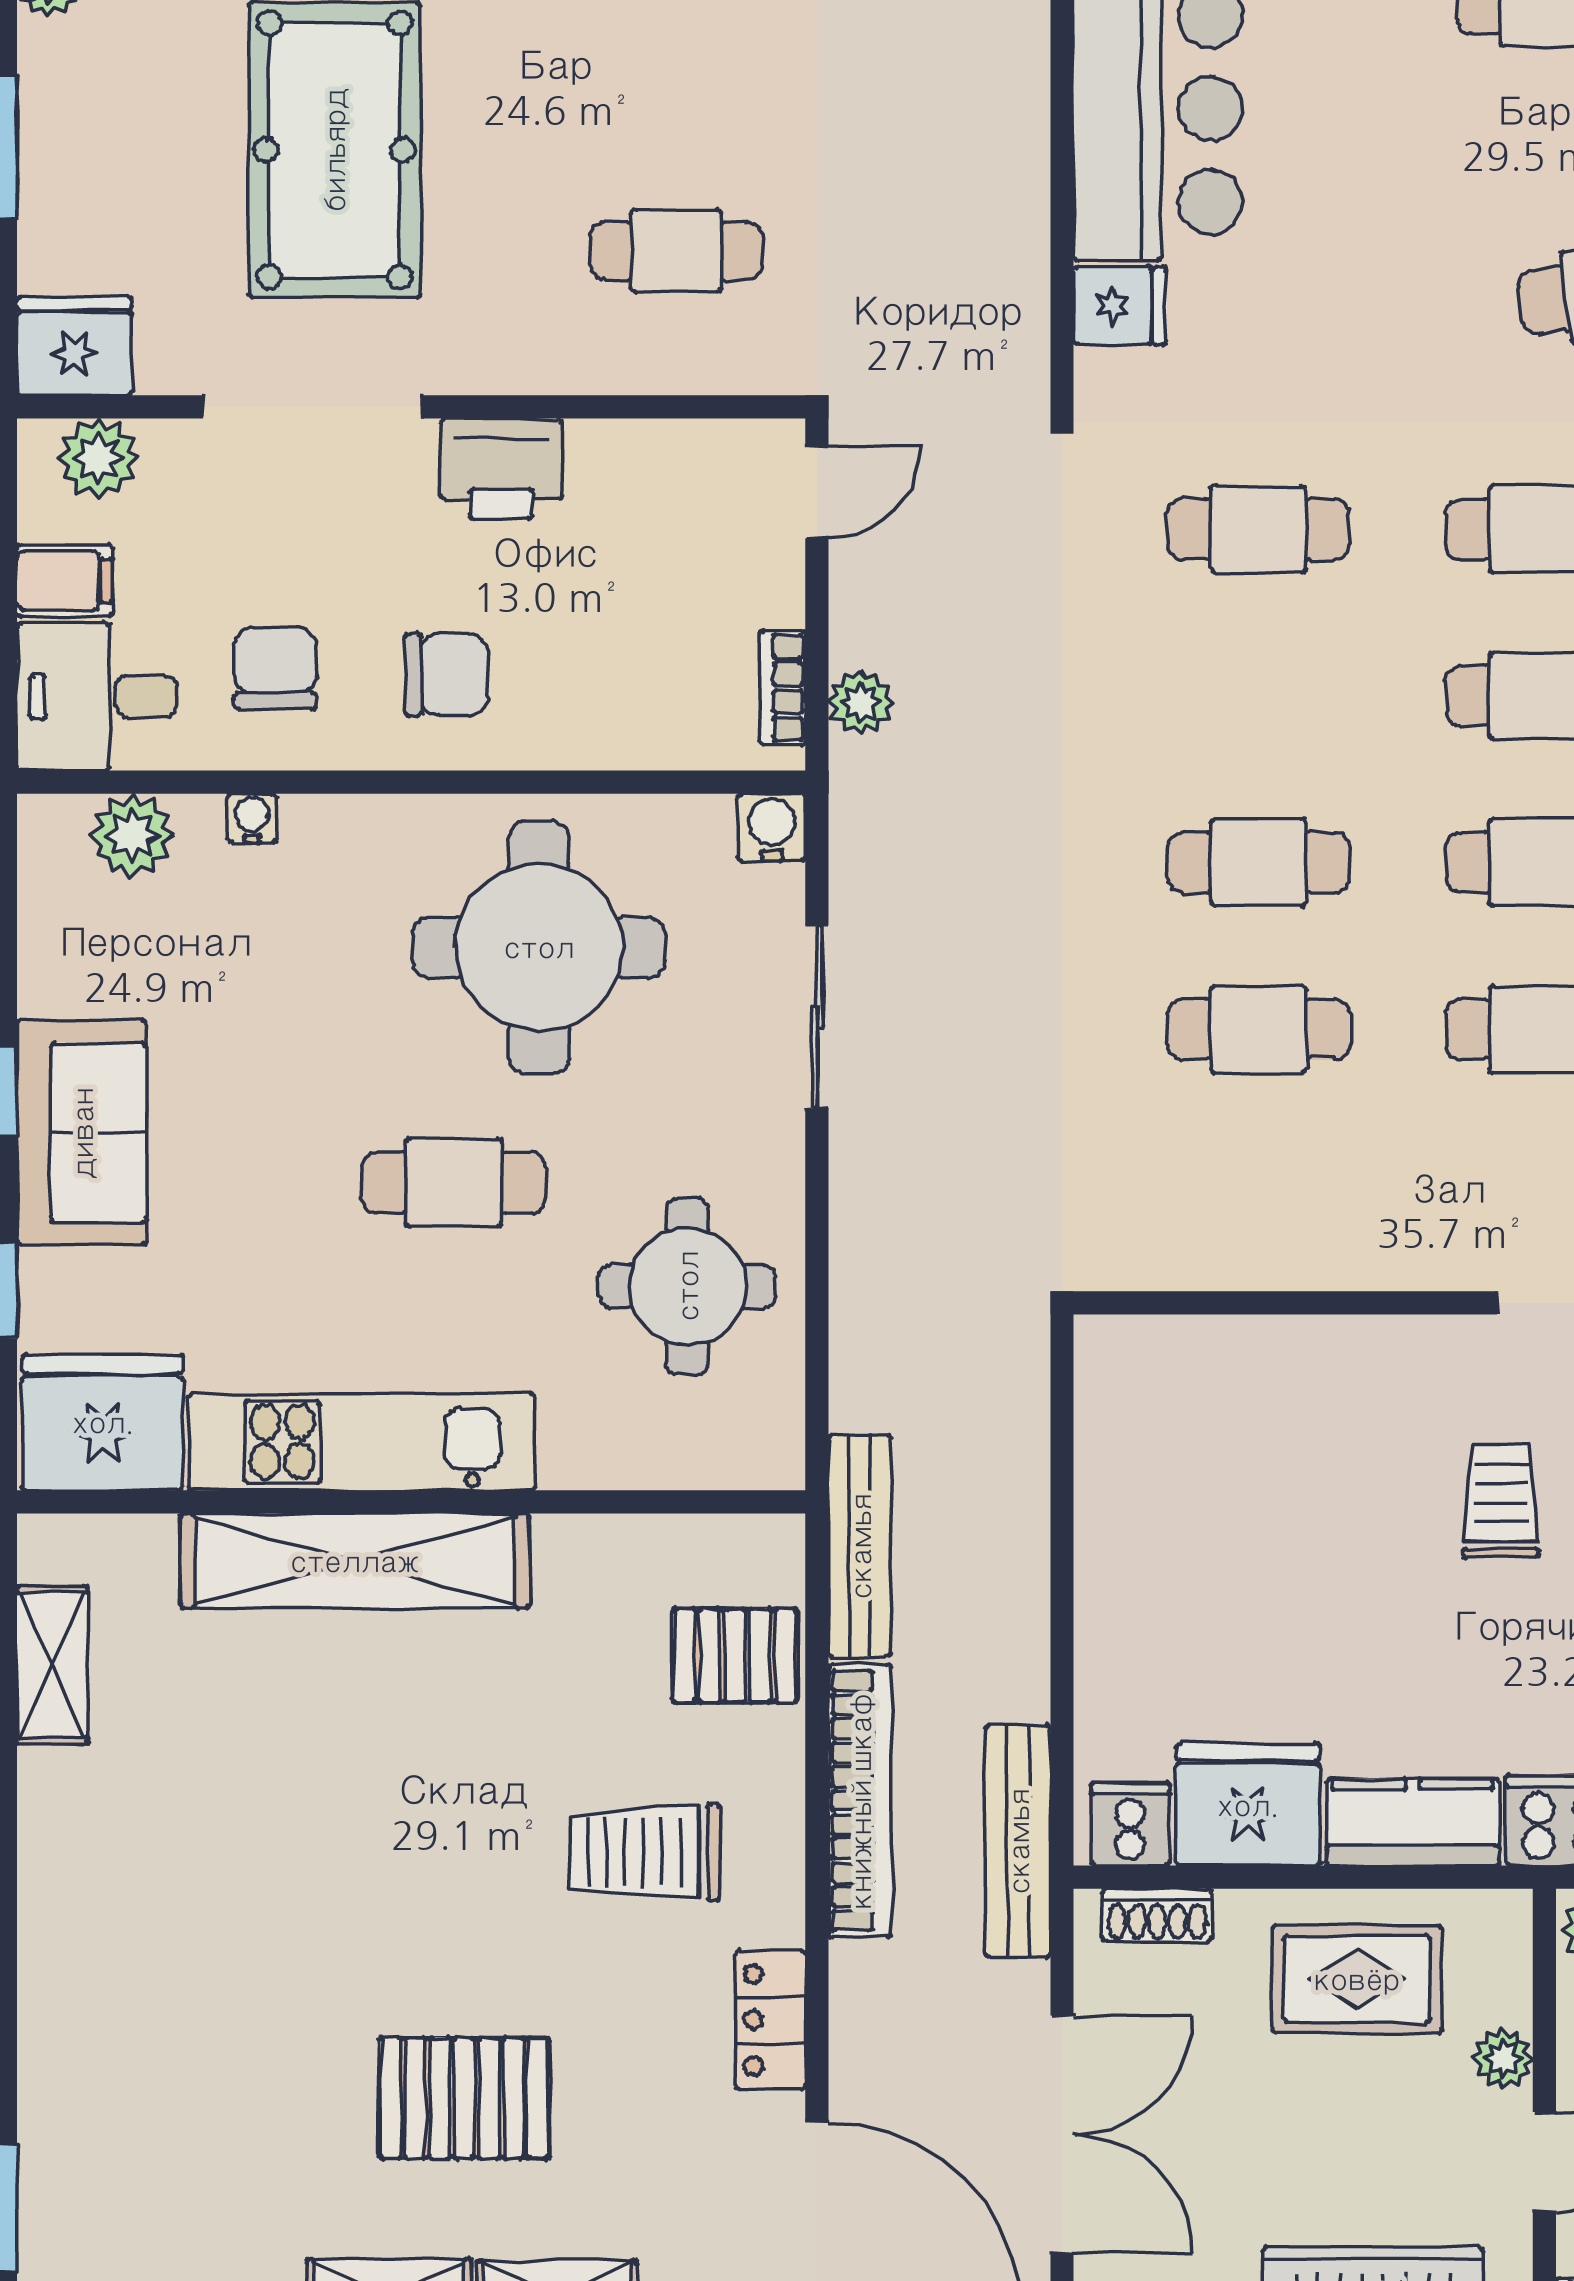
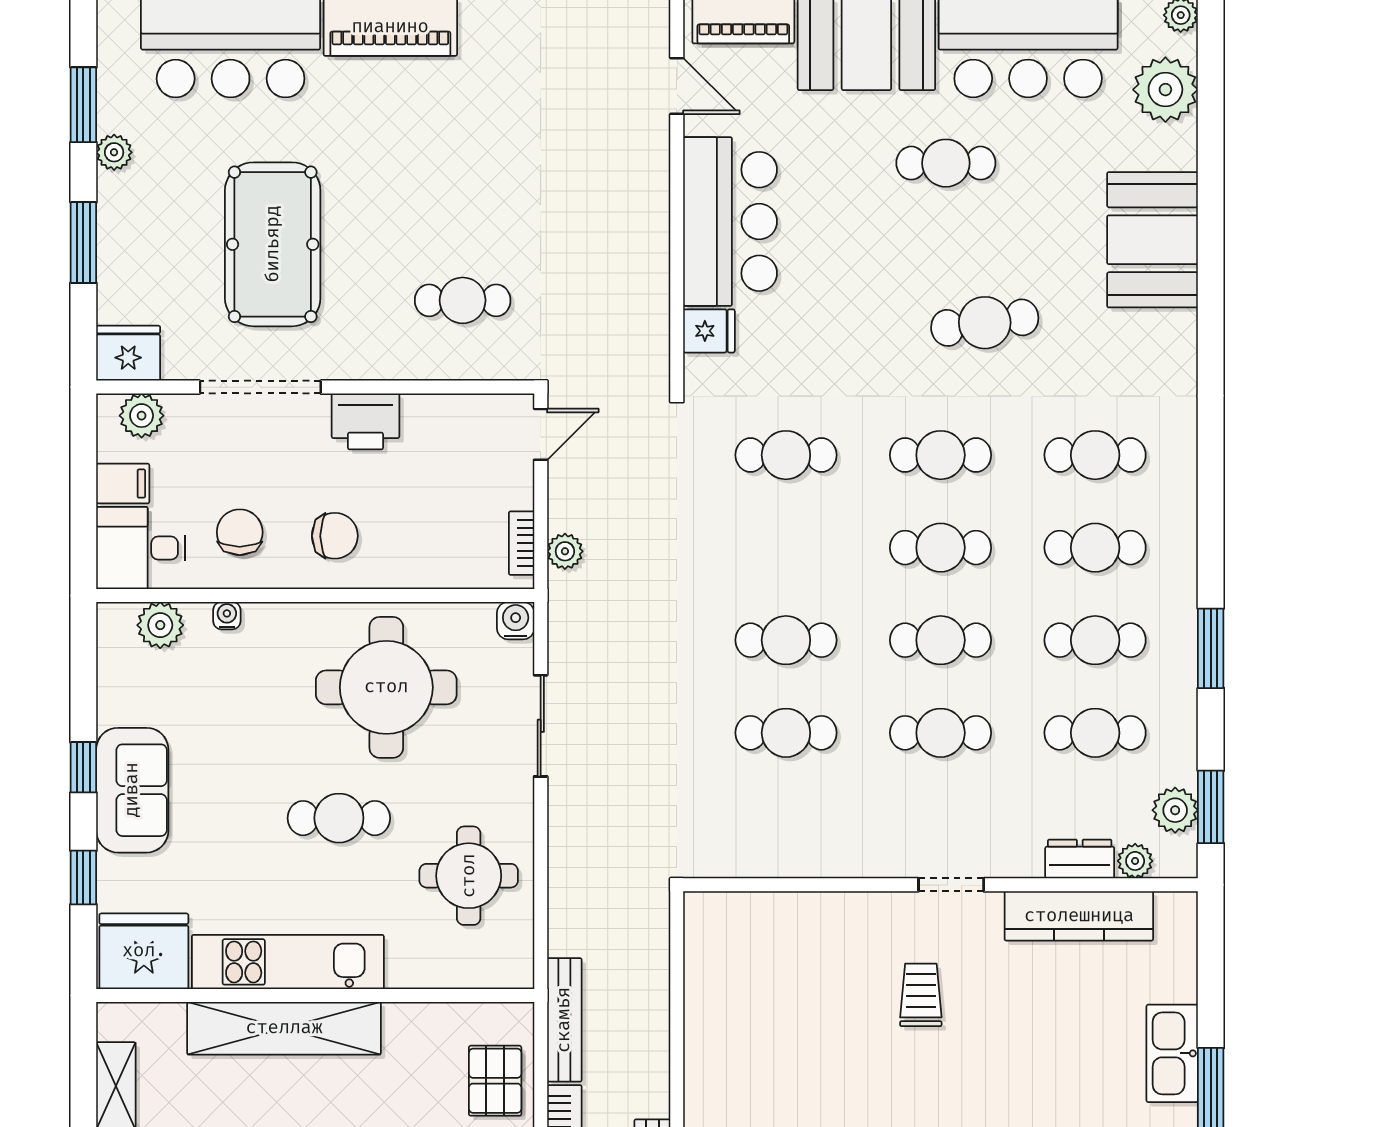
pallet: (735, 1656) -> (495, 1081), turned 90

